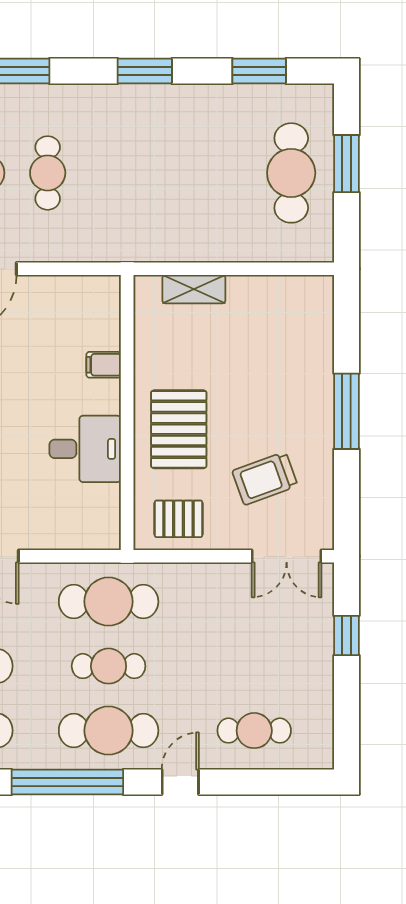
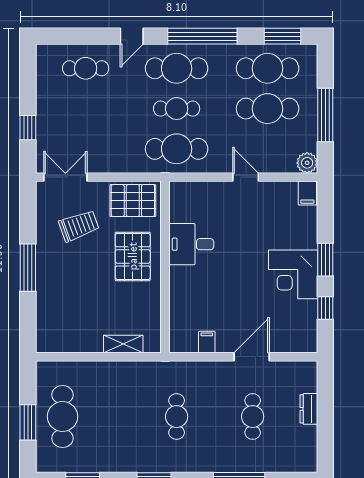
cafe table: (48, 173) -> (177, 417), moved
filing cabinet: (104, 365) -> (207, 342), moved, turned -90
pallet: (179, 519) -> (133, 201), width x1.50, depth x1.42

